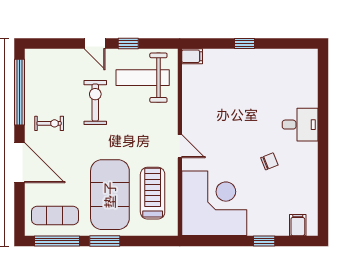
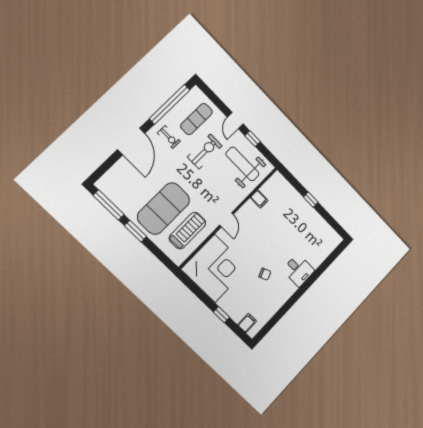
filing cabinet: (192, 56) -> (259, 199), moved
exercise mat: (55, 215) -> (196, 119), moved, turned 90

